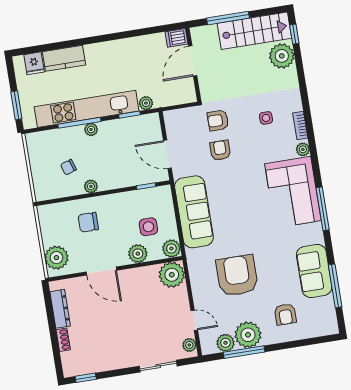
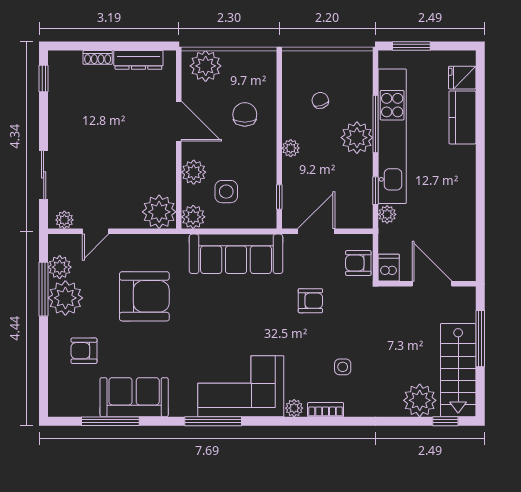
dishwasher: (177, 38) -> (389, 268), moved
armchair: (218, 120) -> (358, 263), moved, turned -90
plant: (91, 129) -> (357, 138), width x1.87, depth x1.87
plant: (91, 186) -> (291, 148), moved
door: (101, 271) -> (179, 121), swing flipped

